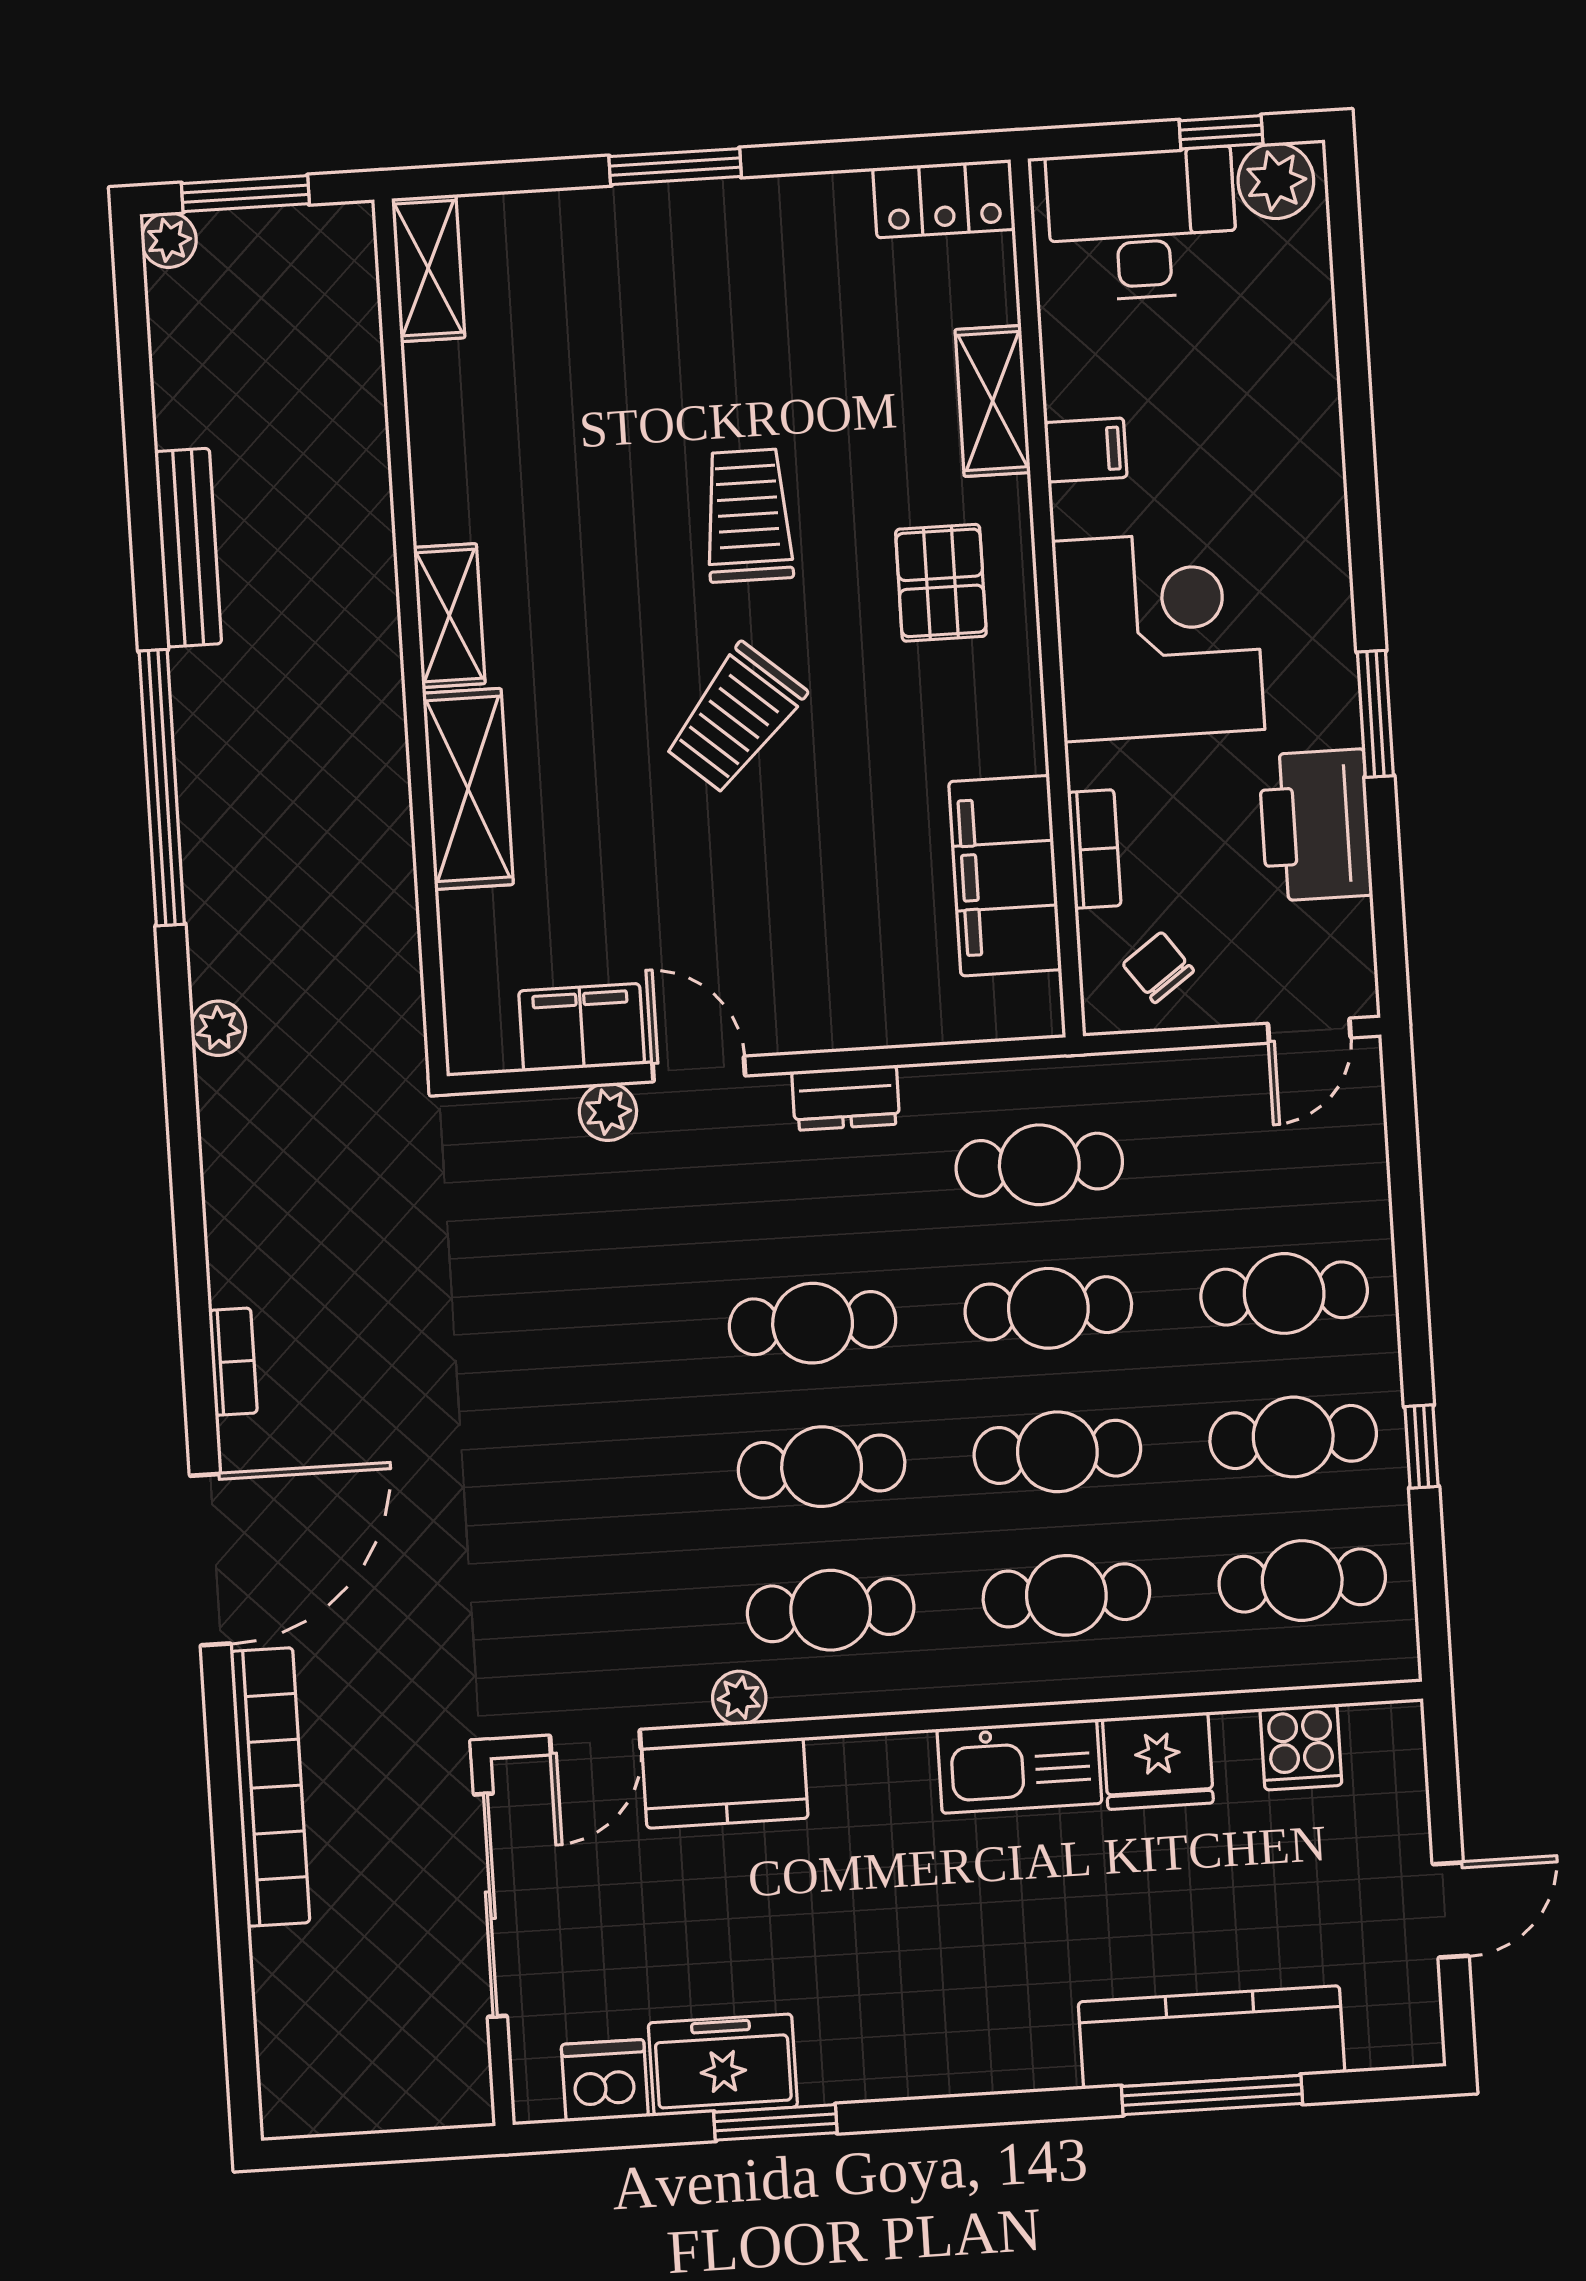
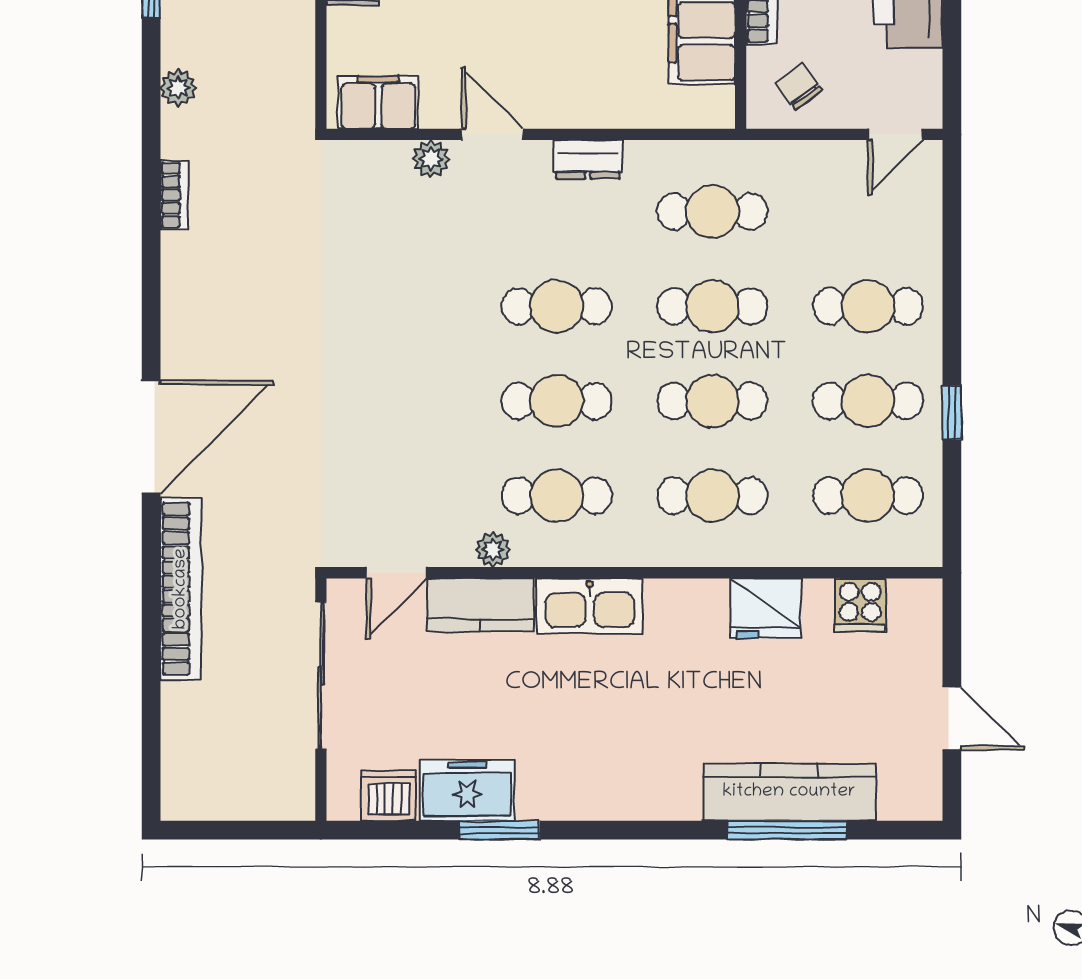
filing cabinet: (582, 1027) -> (378, 102), moved
bookcase: (233, 1362) -> (174, 195), moved
kitchen sink: (1019, 1766) -> (590, 606), moved
door: (1451, 1910) -> (952, 718), hinge flipped

